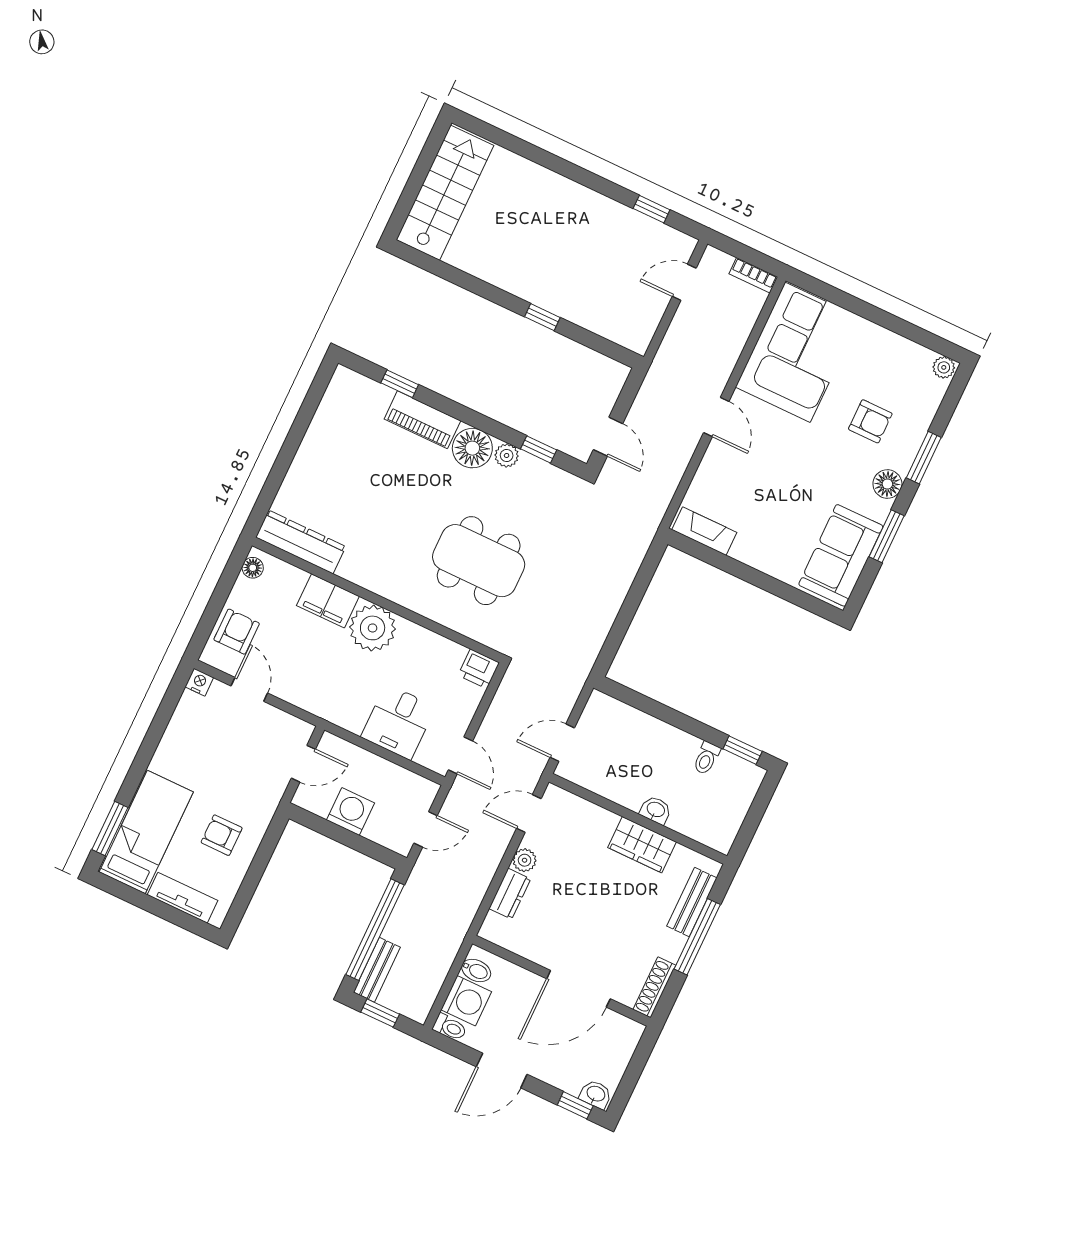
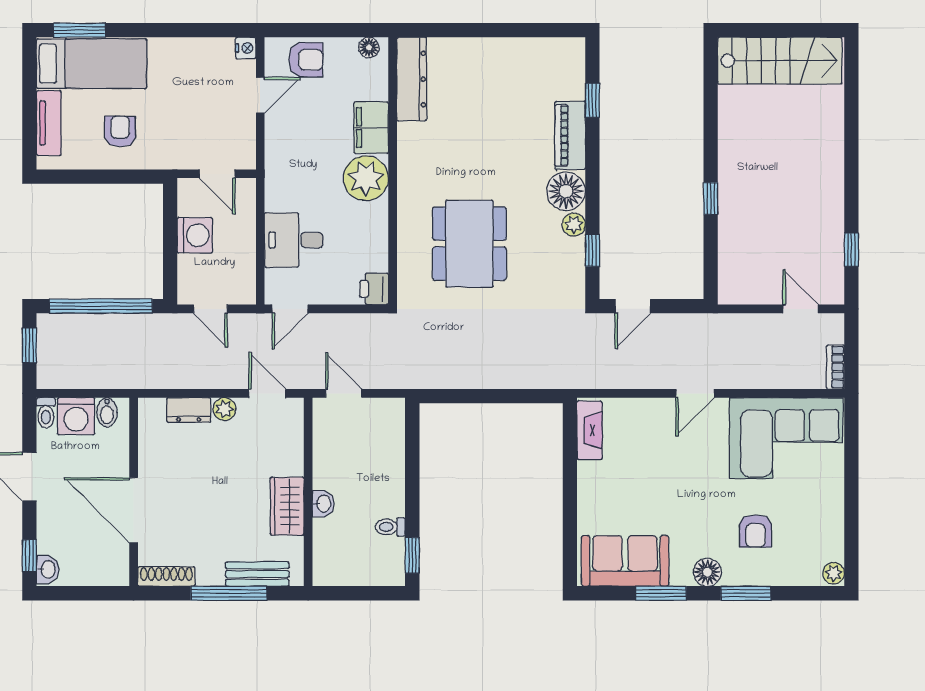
bench: (377, 970) -> (66, 324), removed

